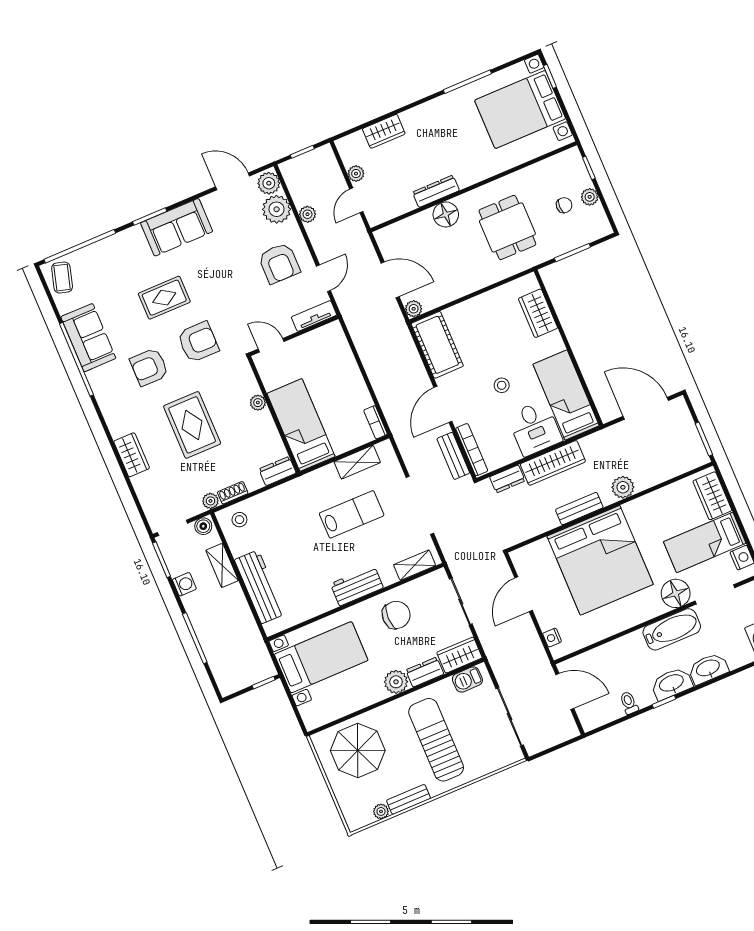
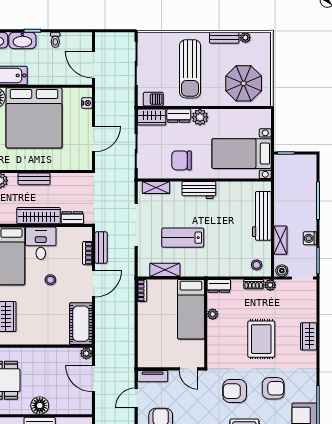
plant: (258, 403) -> (213, 314), moved
bookcase: (472, 450) -> (87, 253), width x0.64
bed: (600, 560) -> (34, 118), moved, turned 180

